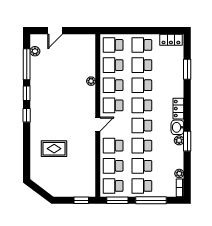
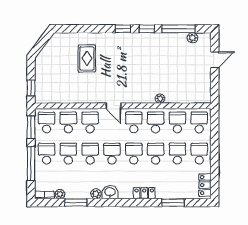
door: (55, 31) -> (215, 60), swing flipped
locker: (178, 109) -> (144, 193), moved
window: (187, 141) -> (76, 203), moved

